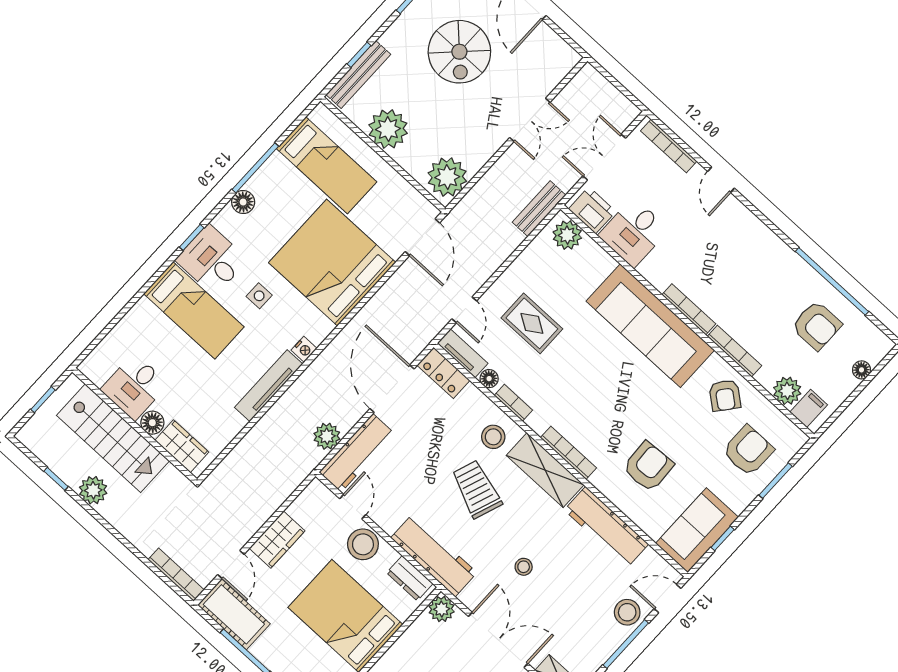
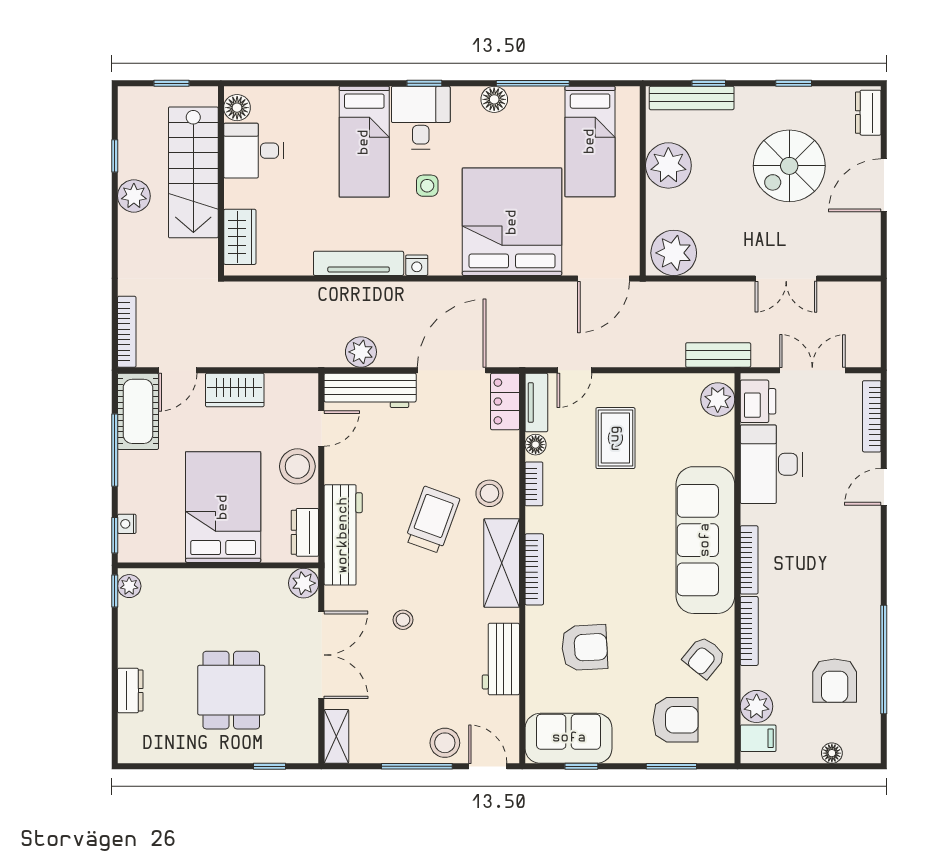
desk: (634, 233) -> (771, 464), width x1.37
floor lamp: (152, 423) -> (237, 108), moved
workbench: (606, 527) -> (501, 659), width x0.73

